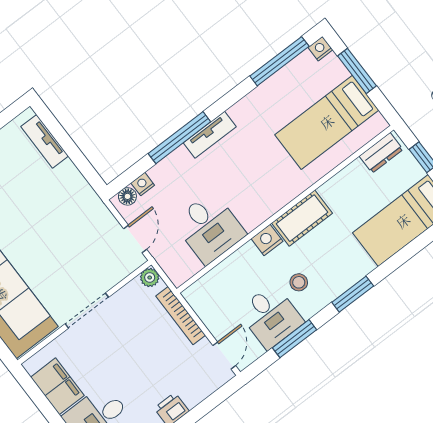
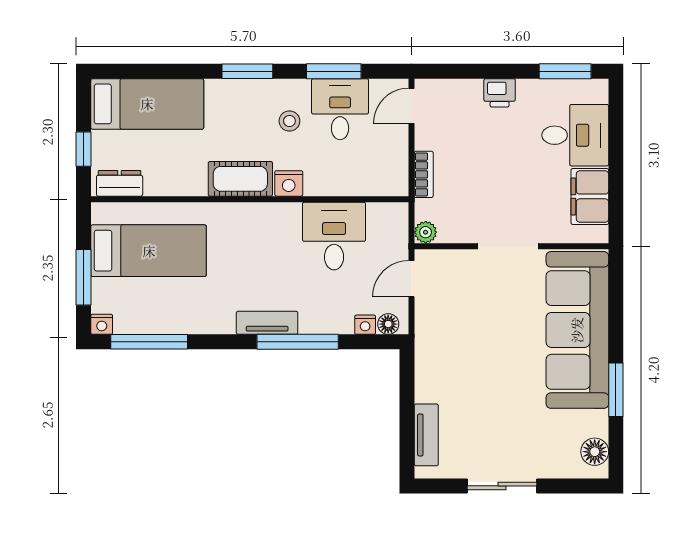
bookcase: (181, 316) -> (424, 174), width x0.64

